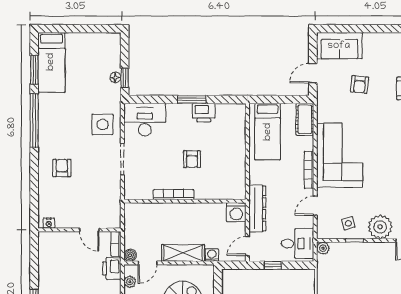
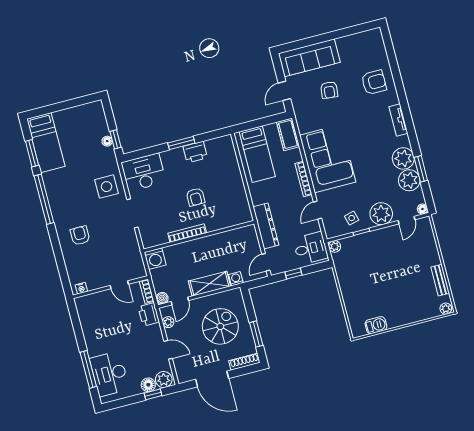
sofa: (339, 46) -> (309, 58), width x1.36
washing machine: (236, 212) -> (155, 259), moved

